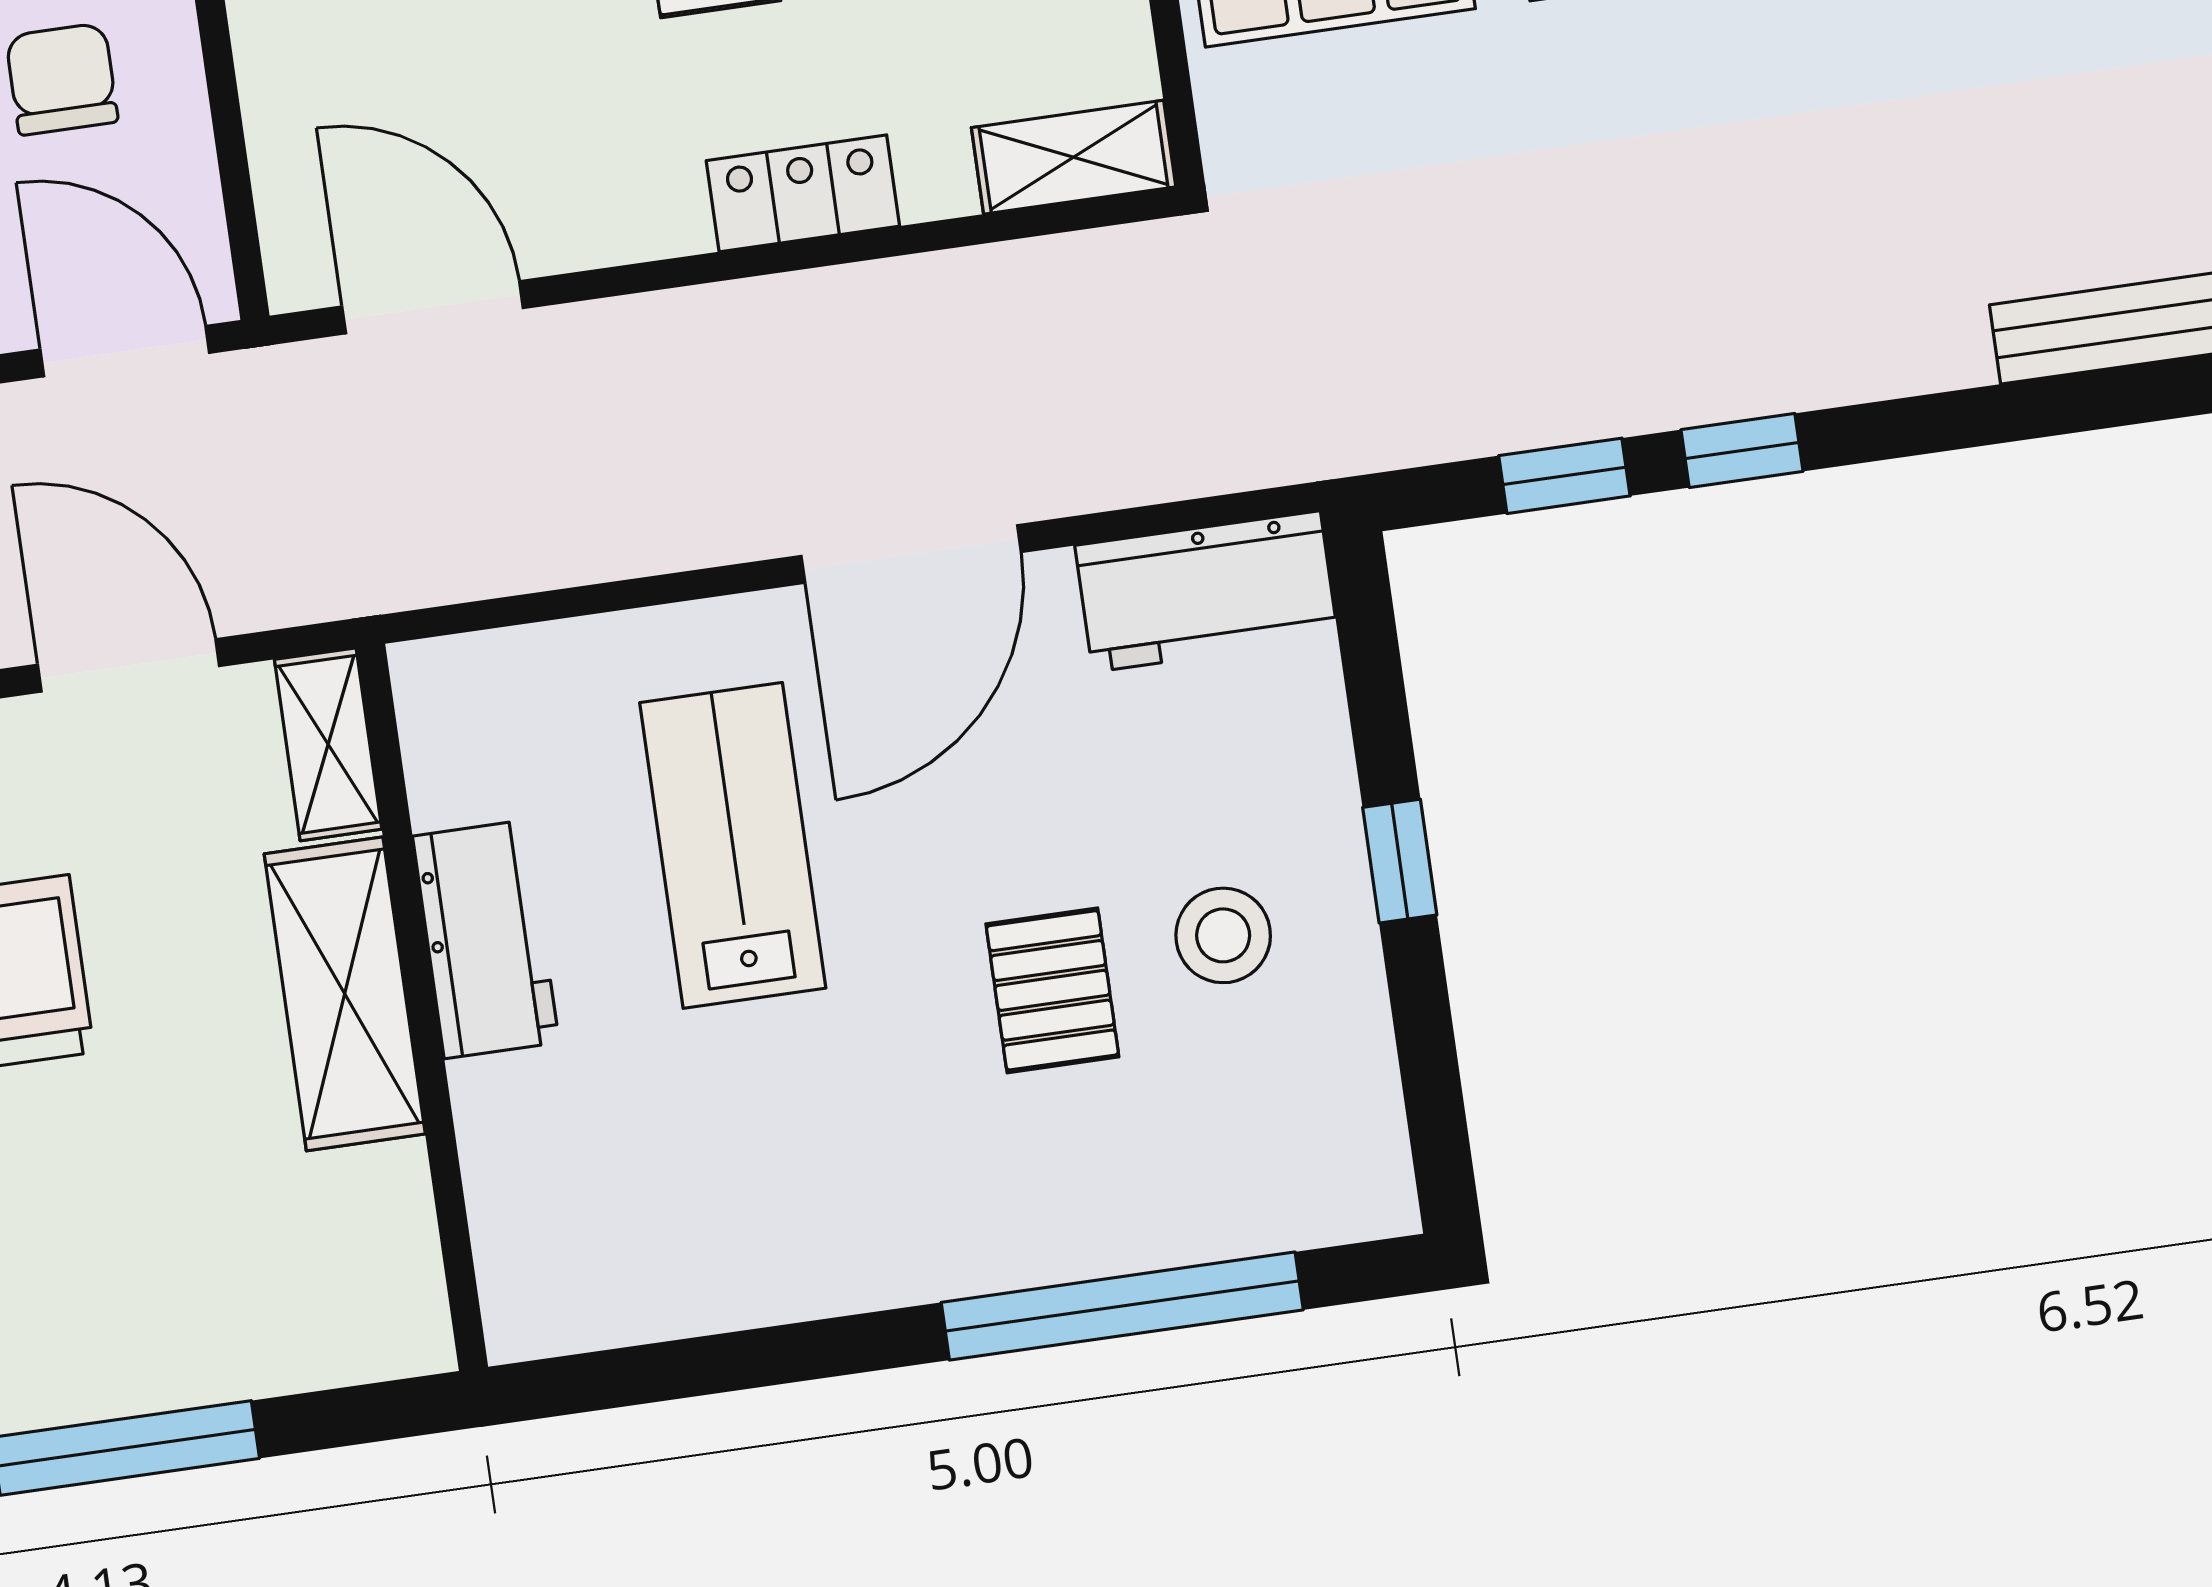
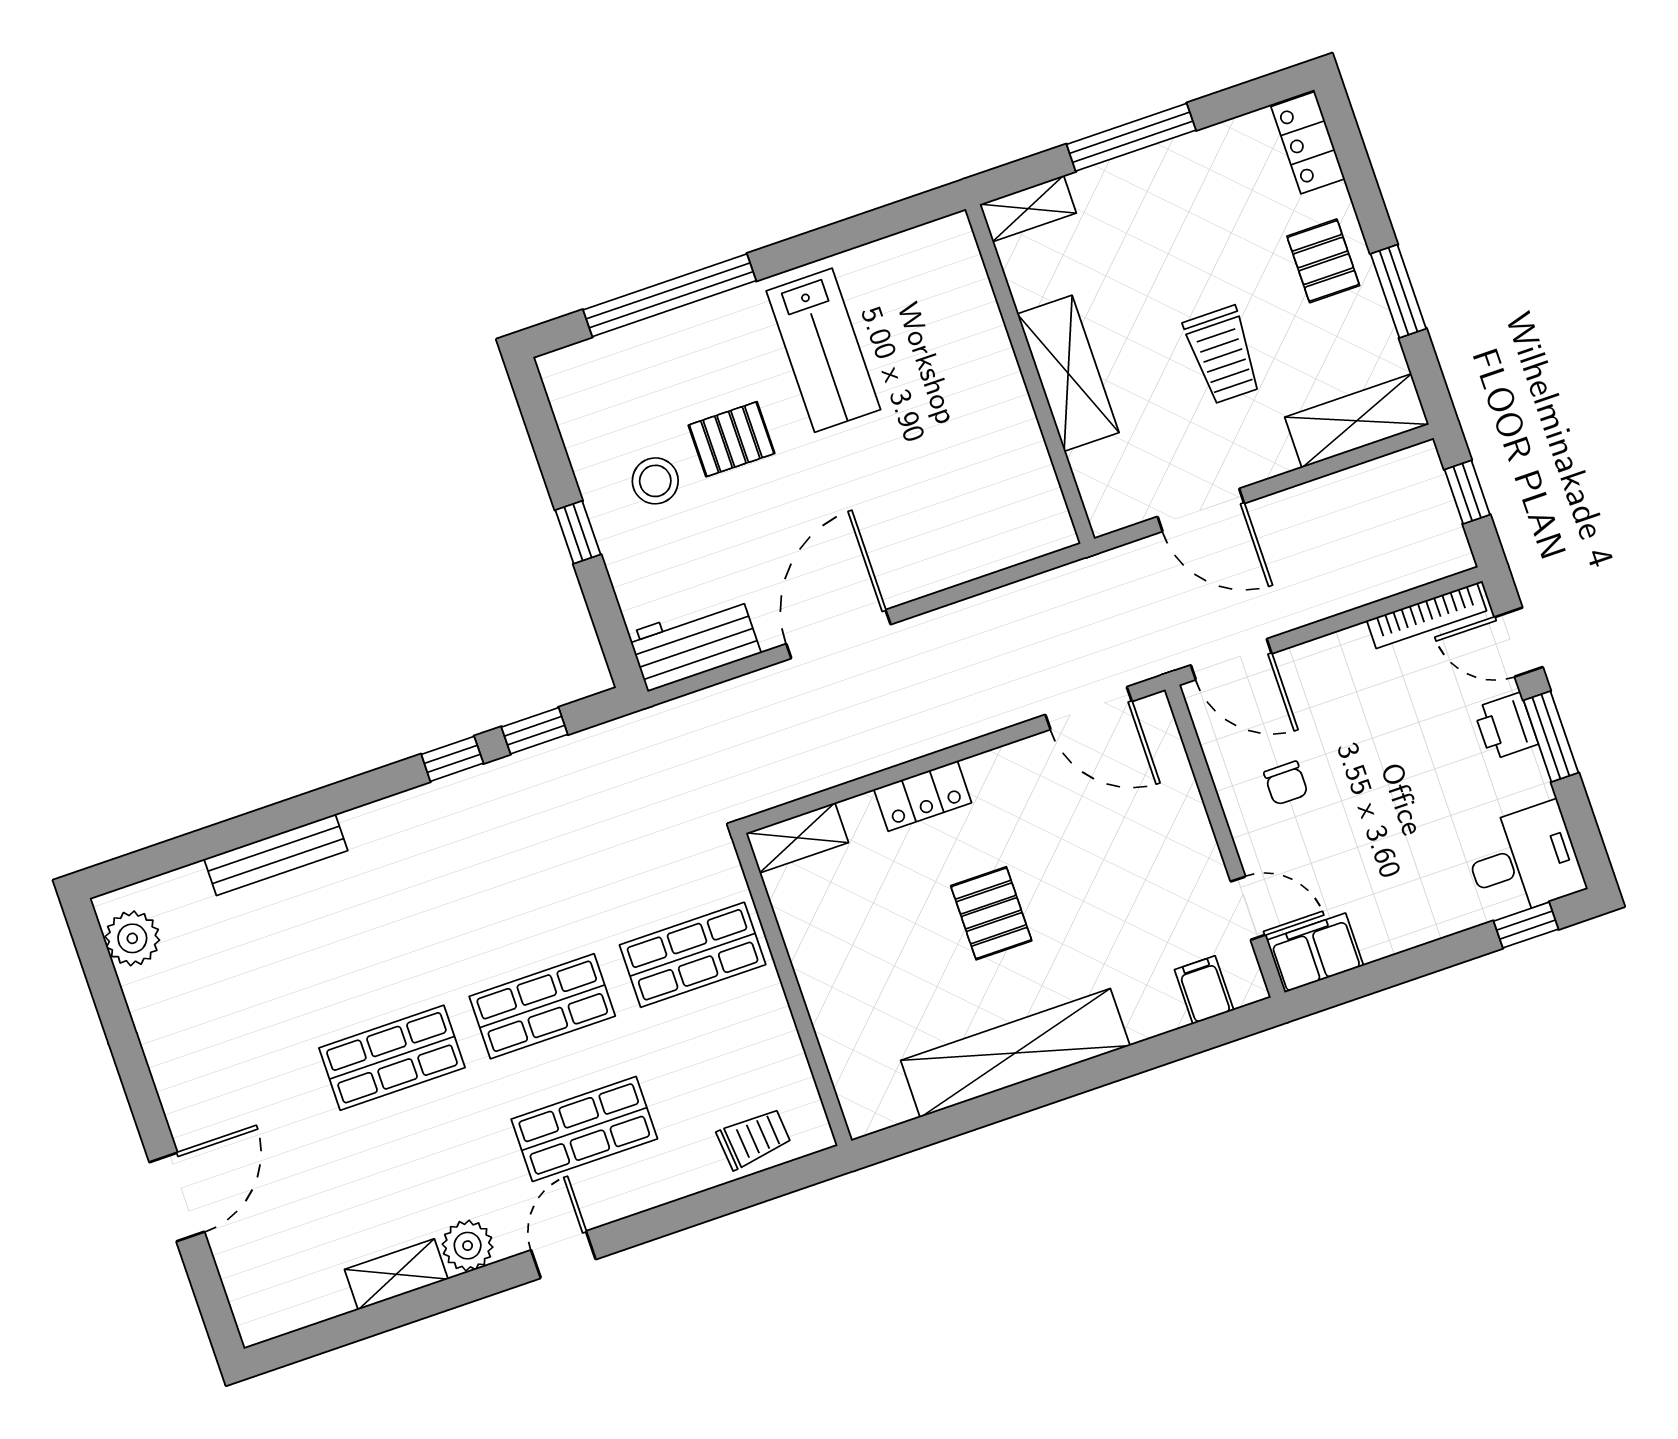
chair: (62, 79) -> (1286, 783), width x0.73, depth x0.73
shelving: (328, 744) -> (1028, 209), moved, turned 90
lab bench: (733, 845) -> (823, 350), moved
workbench: (486, 939) -> (1006, 412), removed
pallet: (1052, 990) -> (732, 439), turned 90

